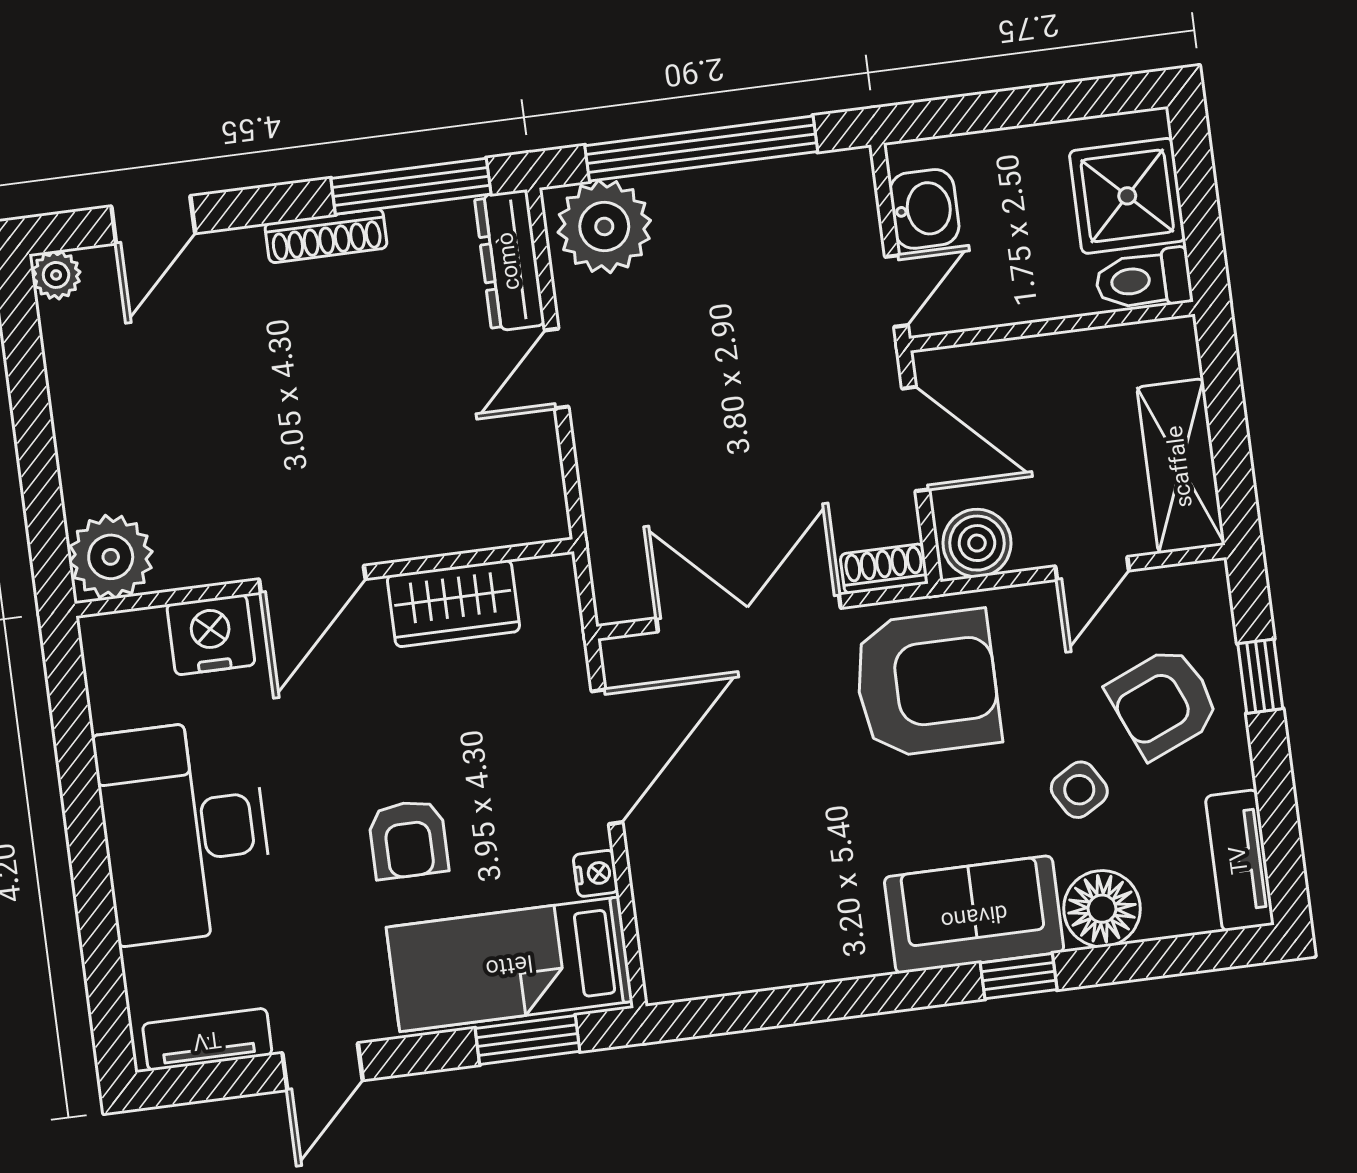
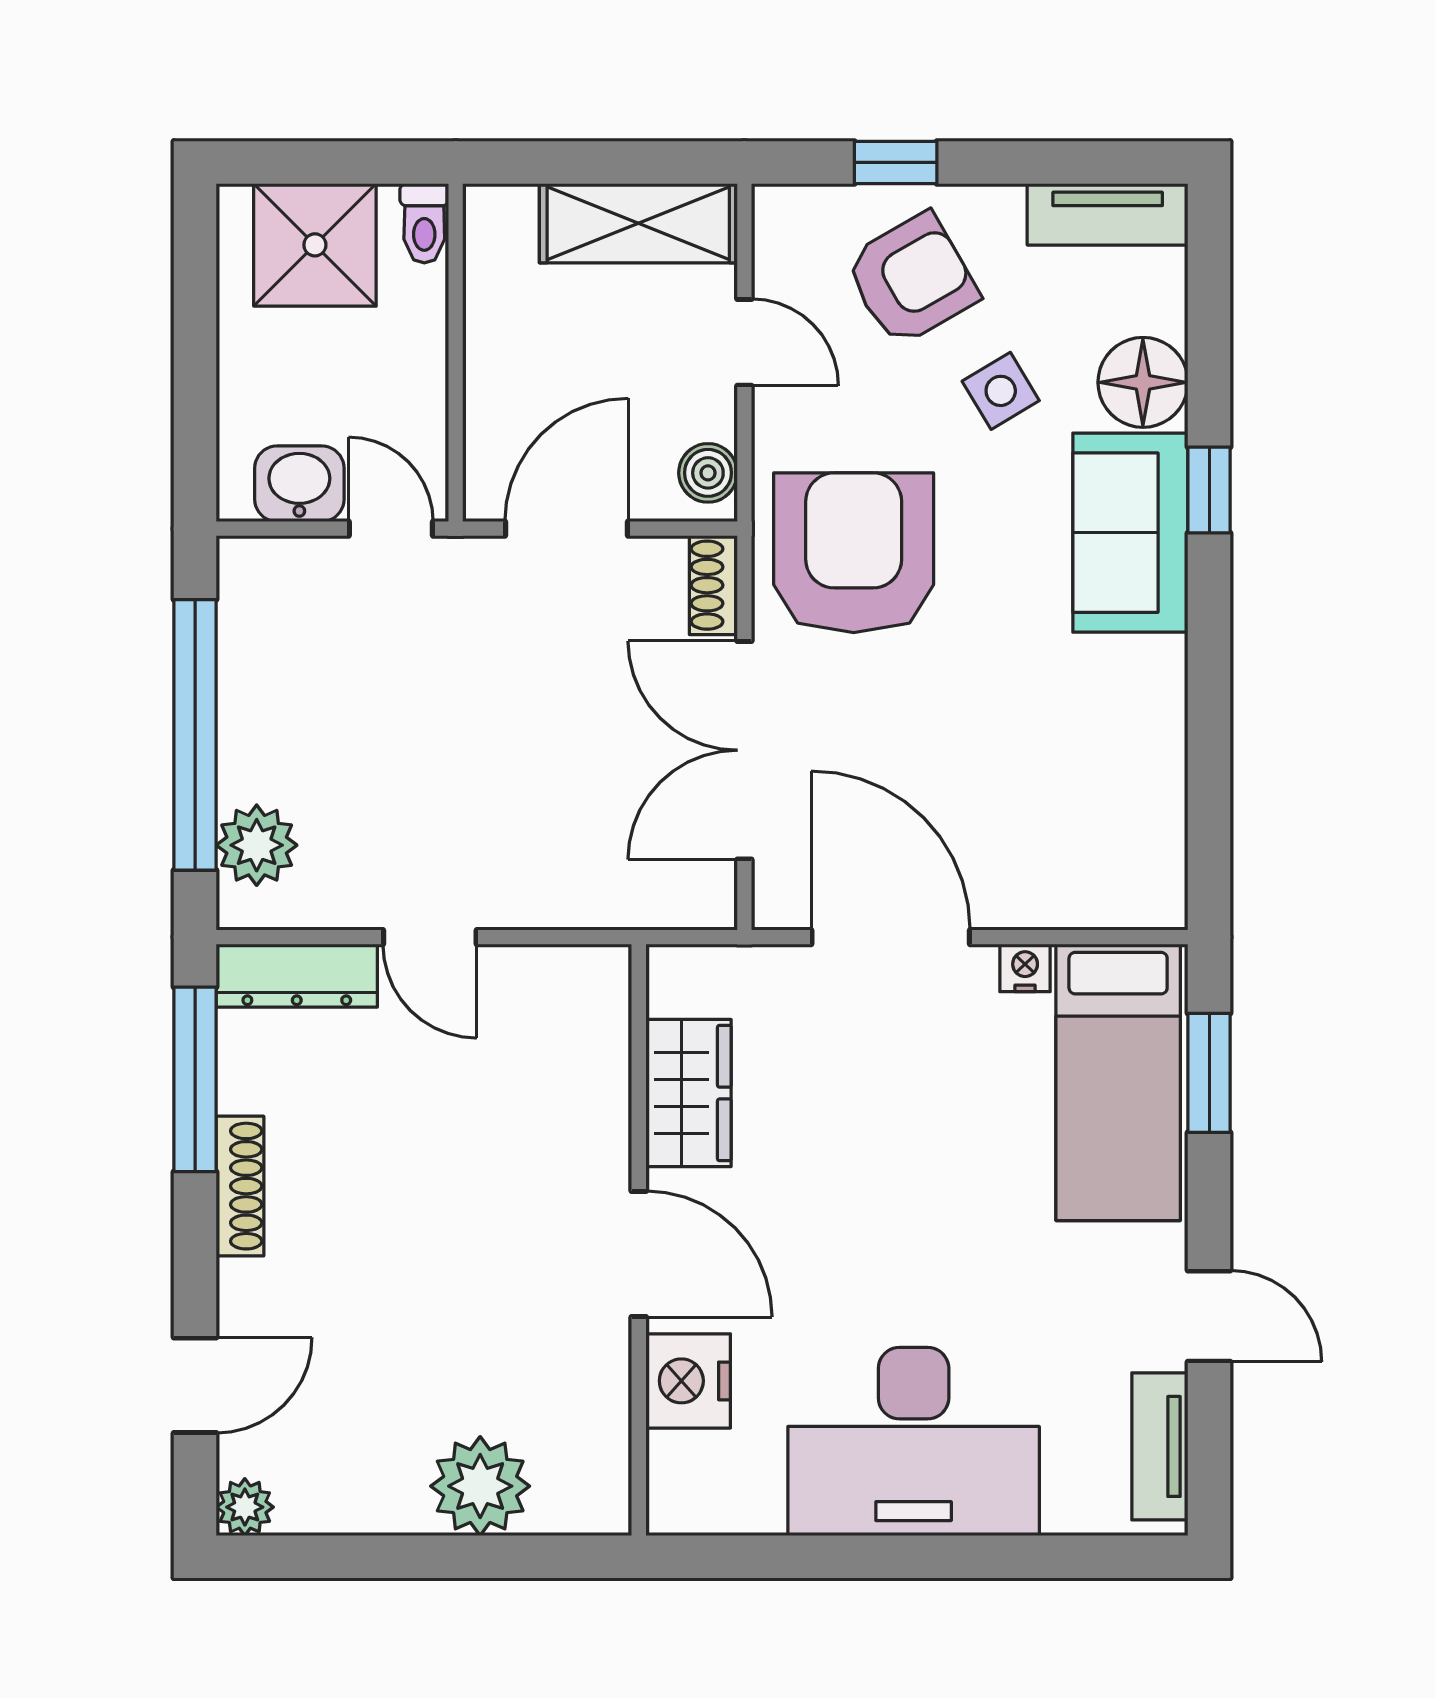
door: (153, 220) -> (195, 1385), hinge flipped
plant: (604, 226) -> (257, 845), width x0.73, depth x0.73
toilet: (1144, 280) -> (424, 223), width x0.73, depth x0.72
boiler: (977, 543) -> (708, 473), width x0.73, depth x0.73
plant: (111, 557) -> (480, 1486), moved
armchair: (1164, 702) -> (912, 279), turned -97
armchair: (408, 839) -> (957, 1182), removed

